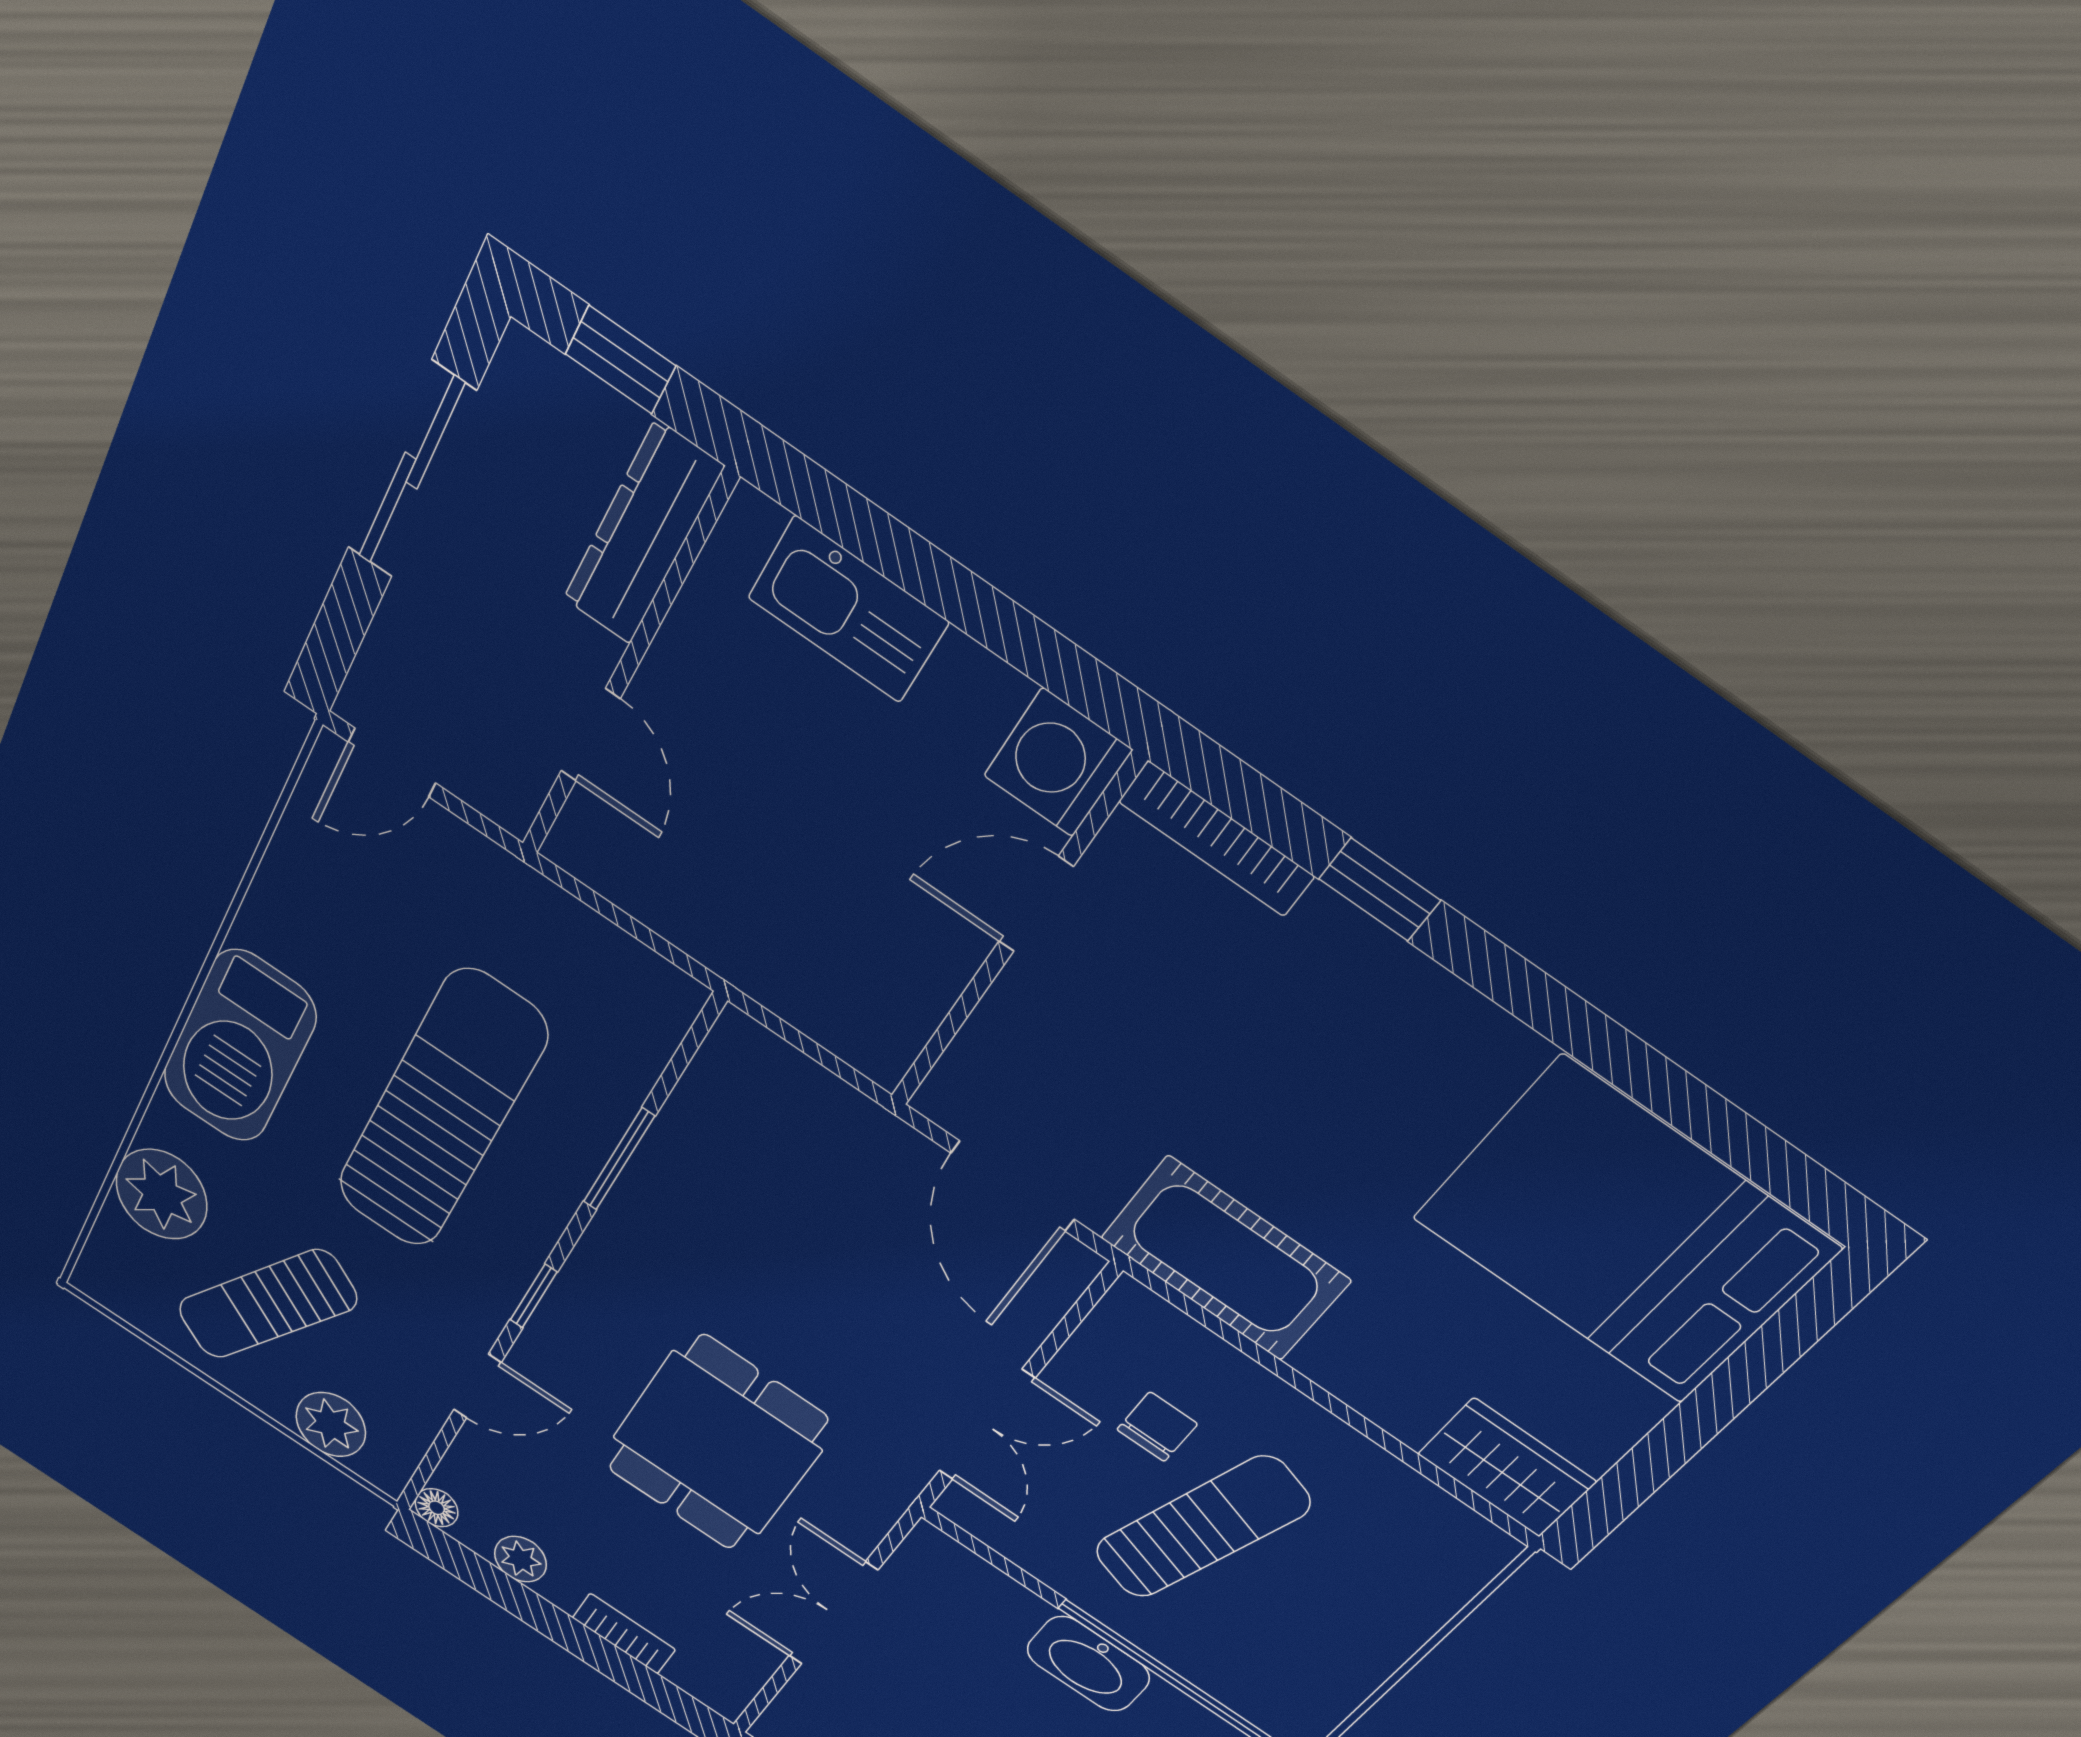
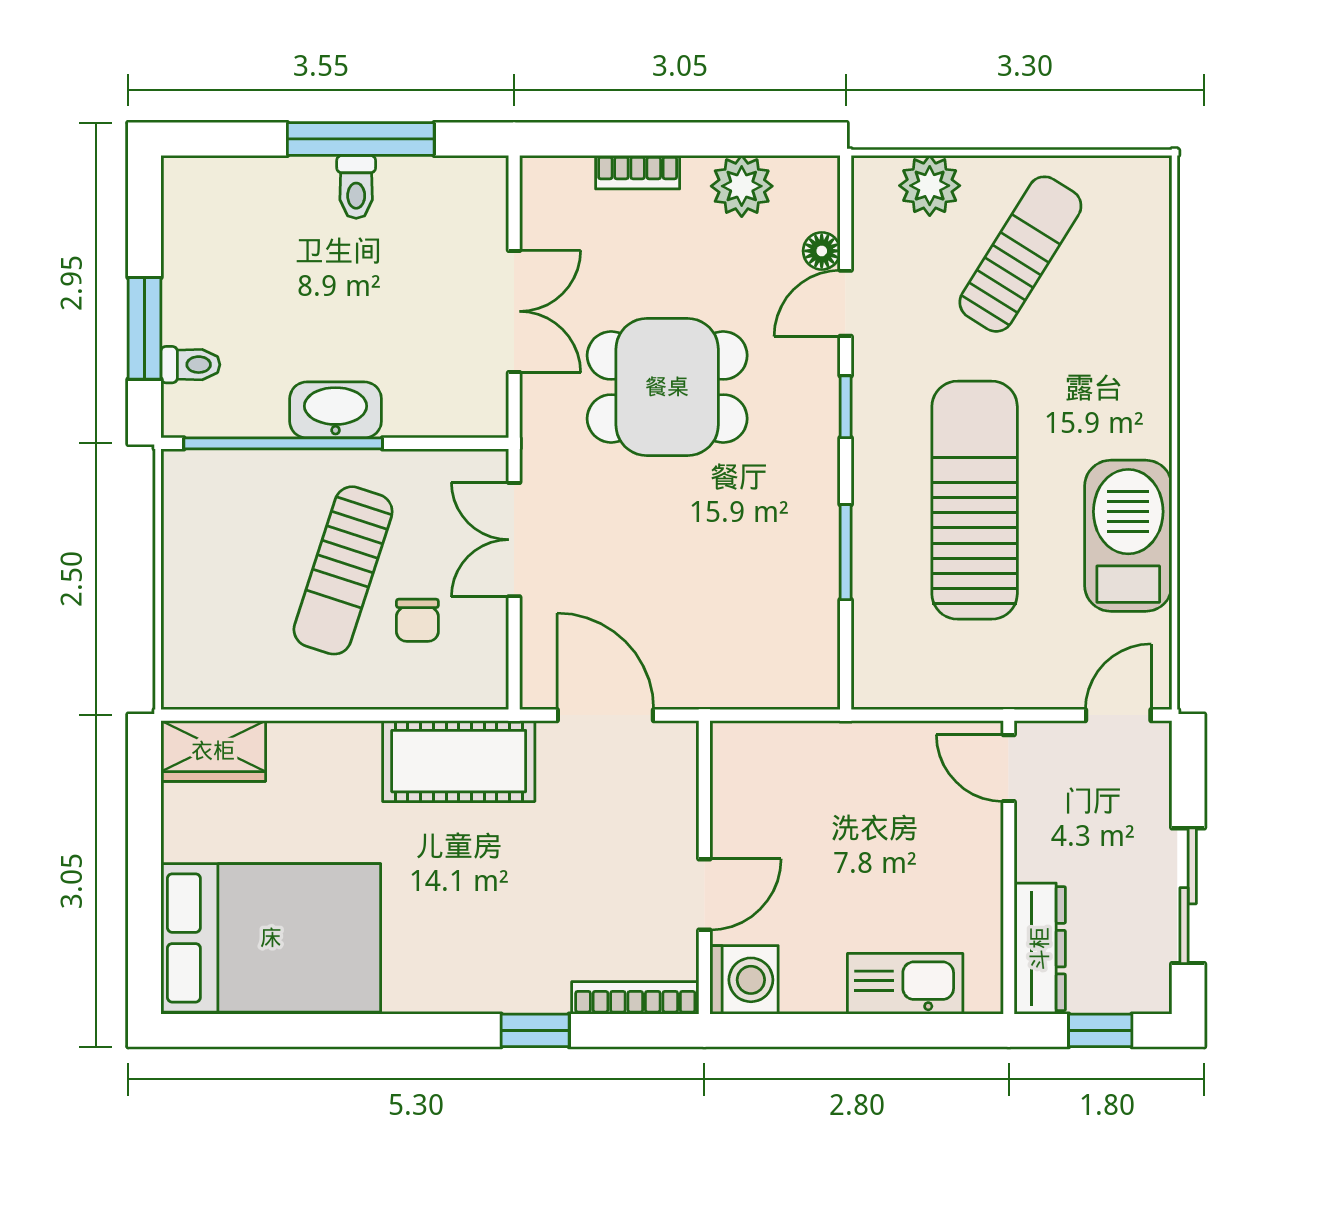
door: (590, 735) -> (1009, 768), moved
barbecue: (239, 1047) -> (1128, 536), moved
sun lounger: (441, 1111) -> (975, 500), turned 180
plant: (161, 1194) -> (1133, 288), removed
dining table: (717, 1444) -> (667, 387), turned 90
floor lamp: (437, 1508) -> (822, 251), moved
plant: (520, 1559) -> (742, 186), width x1.38, depth x1.38

